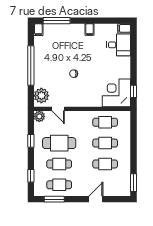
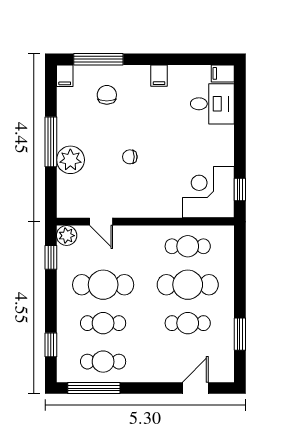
chair: (61, 40) -> (107, 95), added
window: (31, 66) -> (51, 142), width x0.68
plant: (41, 96) -> (70, 160), moved
window: (31, 141) -> (51, 257), moved
cafe table: (105, 143) -> (188, 285), width x1.37, depth x1.35
window: (133, 183) -> (240, 334), moved
window: (54, 199) -> (94, 388), width x1.44
door: (96, 199) -> (195, 388), moved

